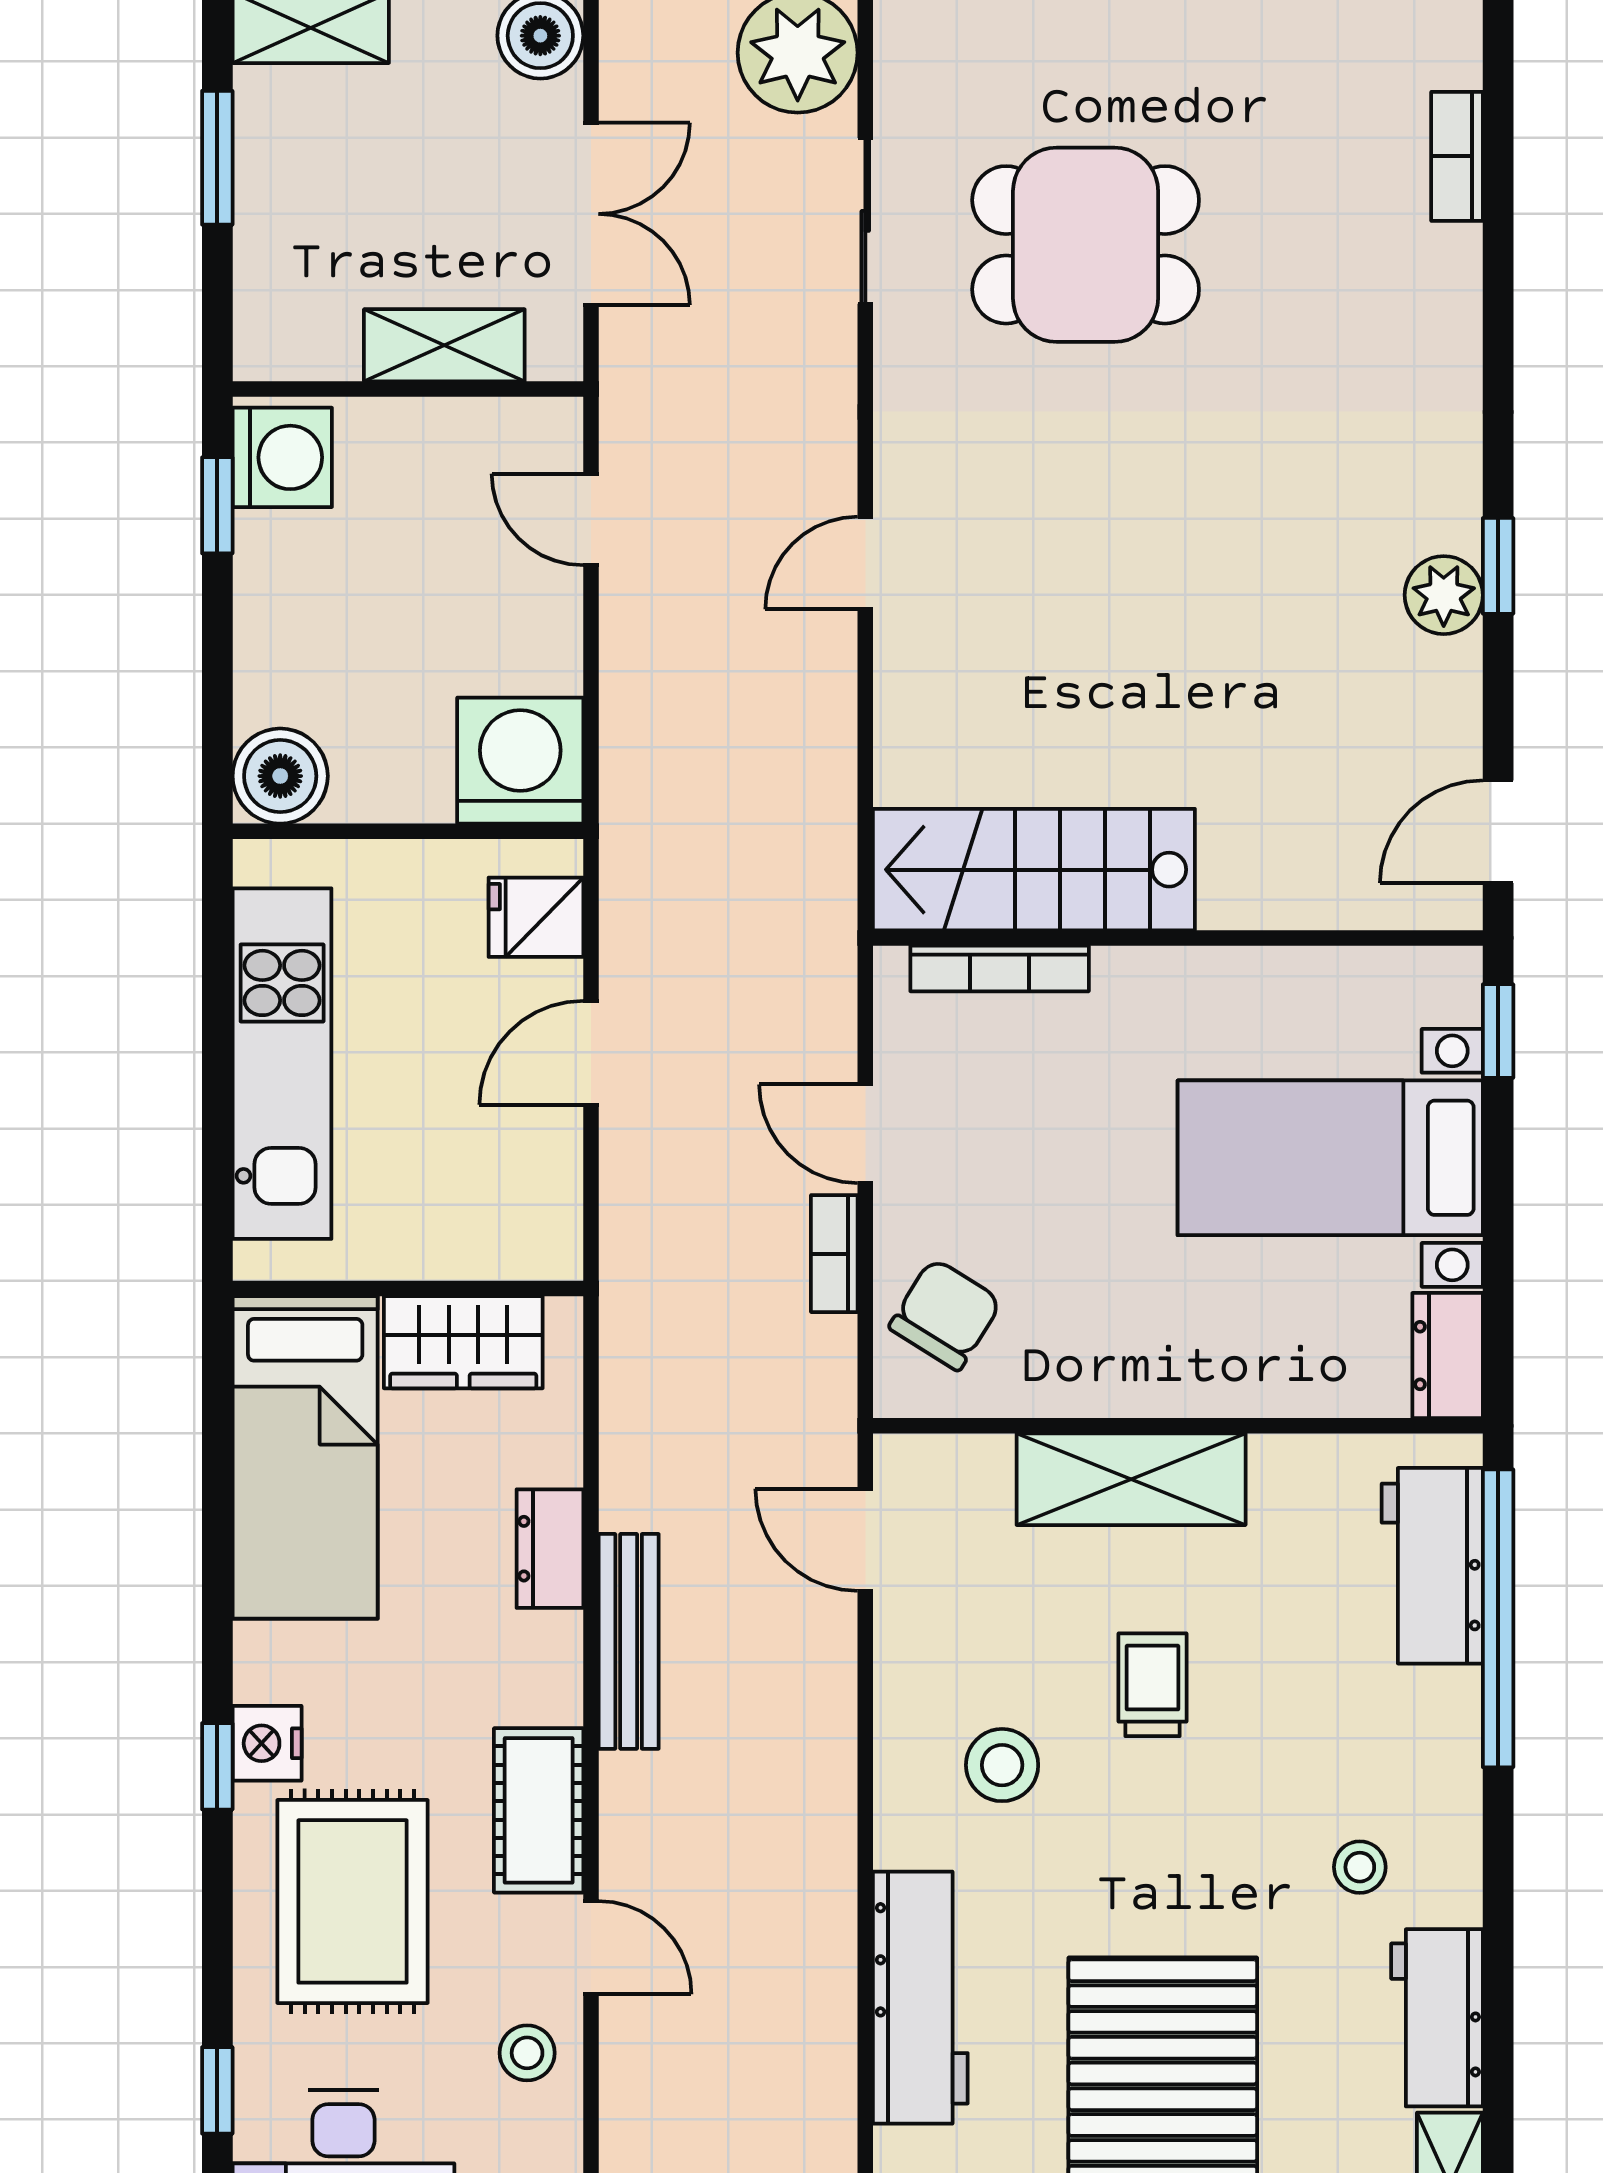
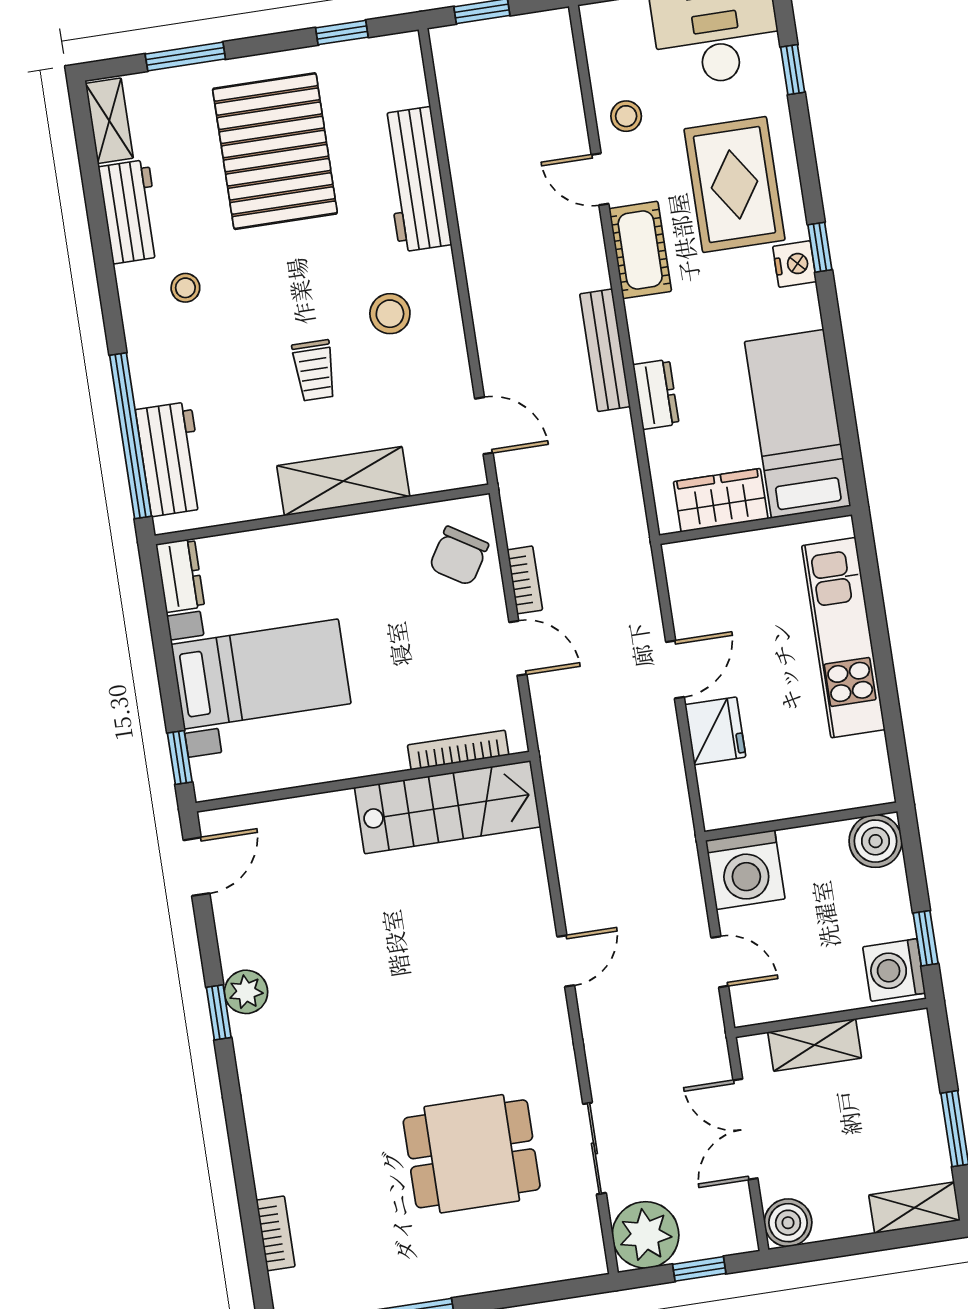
washing machine: (520, 761) -> (745, 870), moved
boiler: (280, 776) -> (876, 841), moved
wall: (408, 831) -> (801, 822), moved
fridge: (536, 917) -> (715, 731), width x1.38

